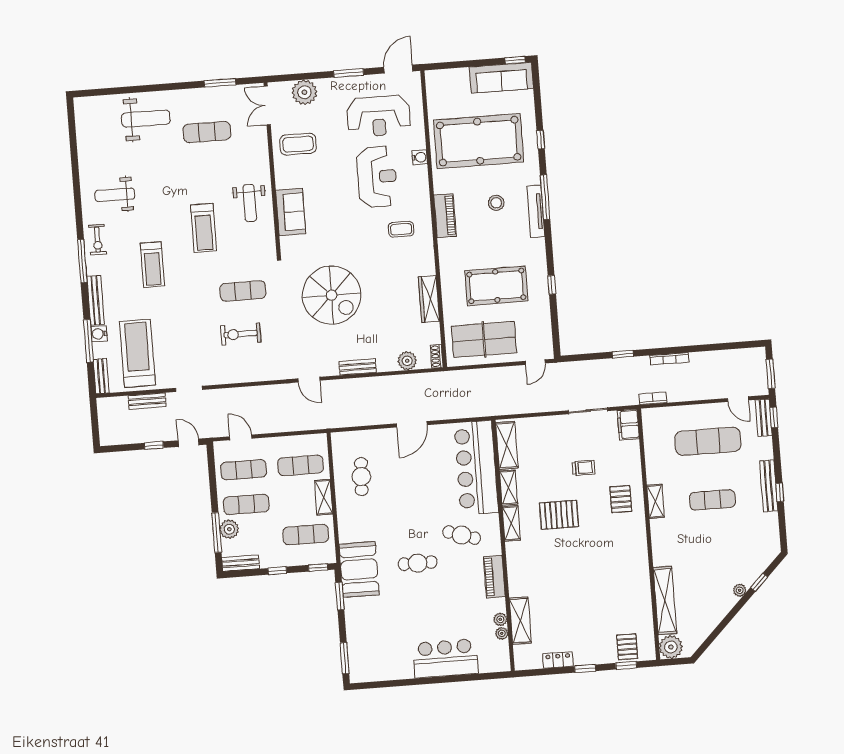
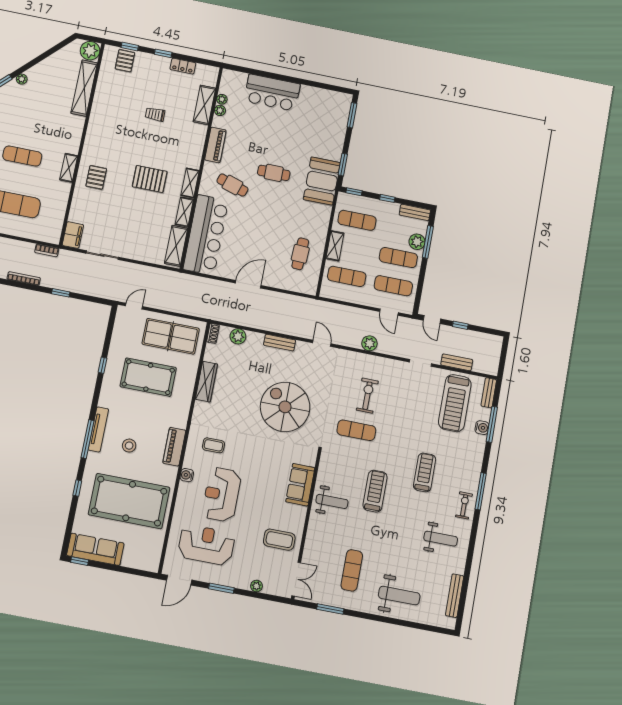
plant: (304, 92) -> (256, 586), width x0.53, depth x0.53
weight bench: (146, 119) -> (399, 596), turned 180
exercise mat: (207, 132) -> (352, 570), turned 90
water cooler: (420, 157) -> (187, 475), moved
weight bench: (250, 203) -> (332, 501), turned 90
bench: (96, 300) -> (455, 596), moved
exercise bike: (241, 334) -> (367, 396), turned -90
plant: (254, 395) -> (369, 343), added
trolley: (584, 468) -> (155, 114), moved

